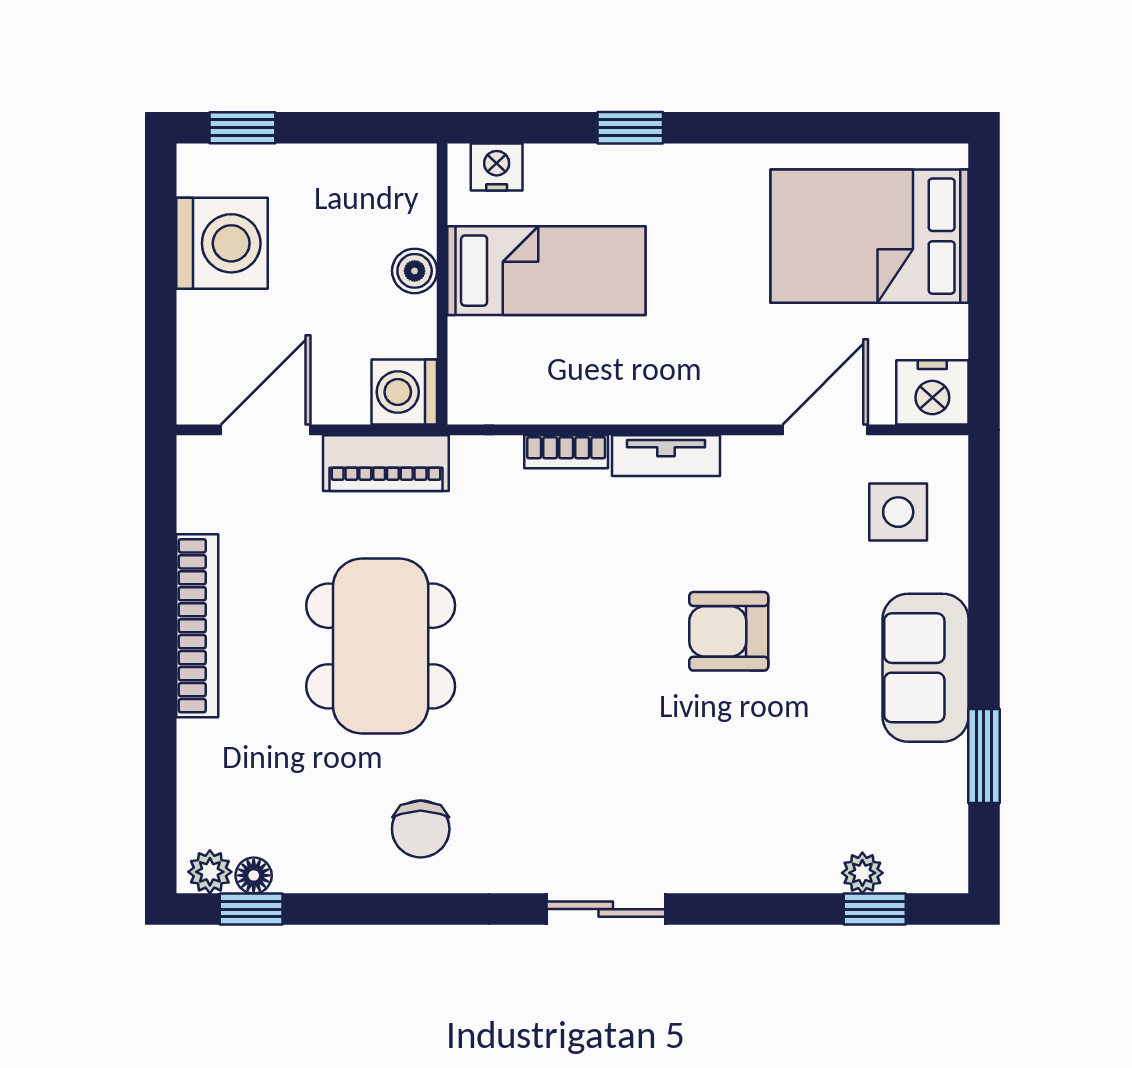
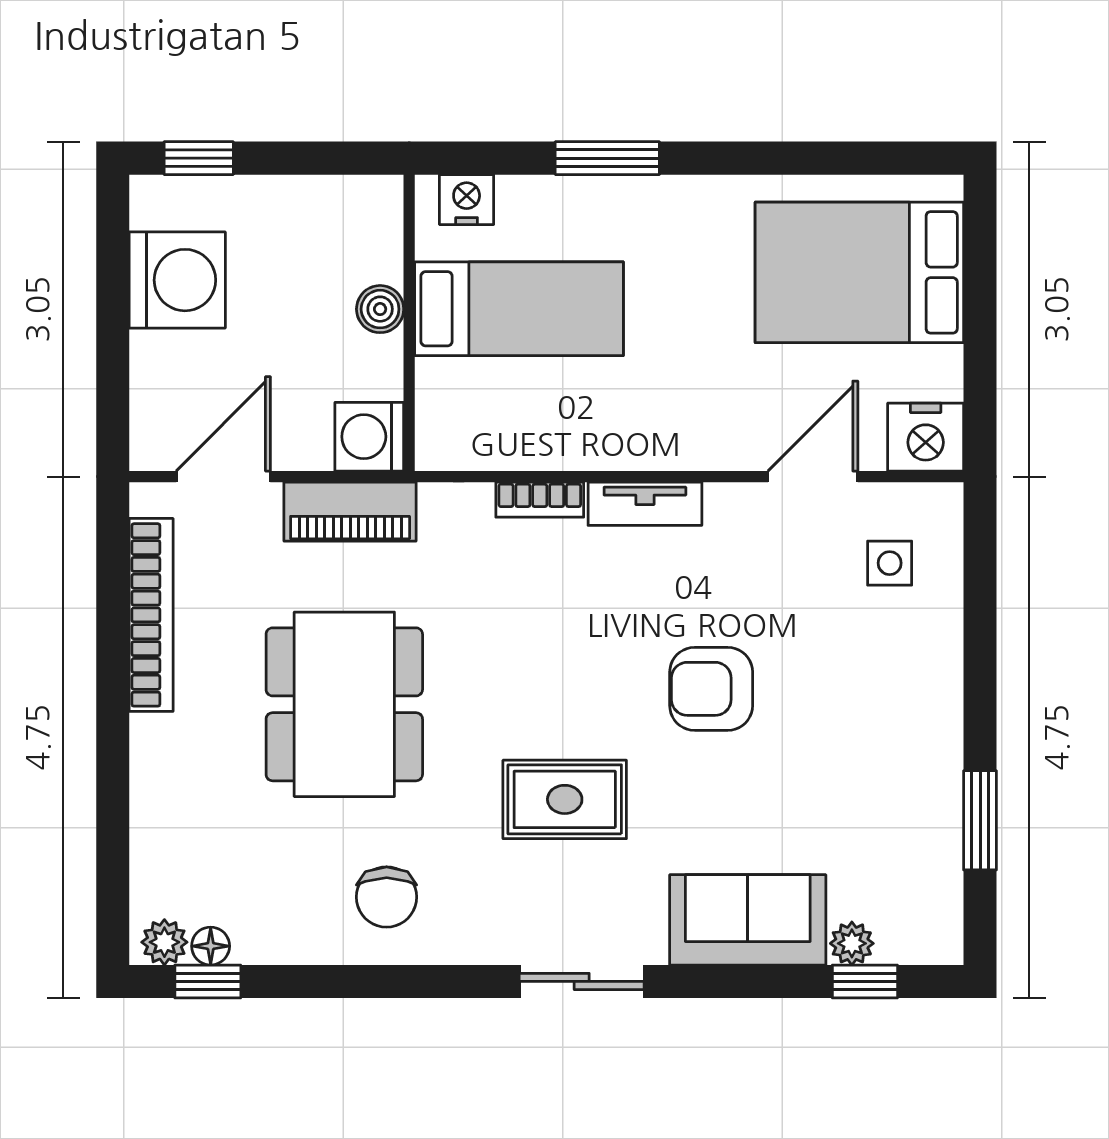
window: (630, 128) -> (607, 158), width x1.50
side table: (898, 512) -> (890, 563), width x0.73, depth x0.73
bookcase: (197, 626) -> (151, 615), moved
sofa: (925, 668) -> (748, 920), moved, turned 90
rug: (590, 736) -> (565, 799), added

